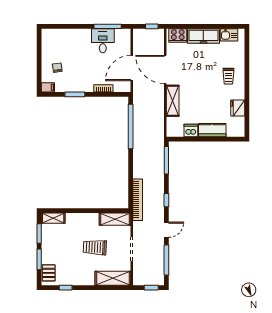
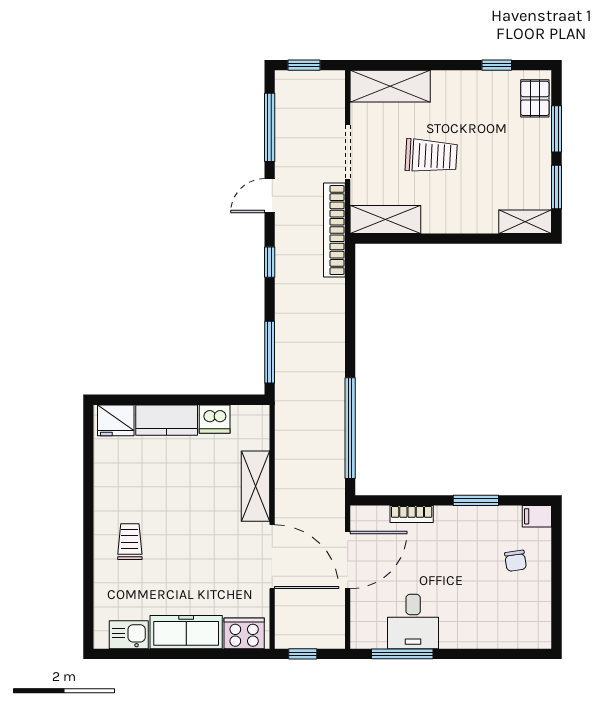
fridge: (238, 108) -> (116, 420), moved, turned 90
bookcase: (138, 200) -> (334, 230), moved

